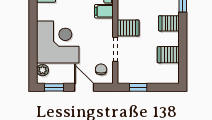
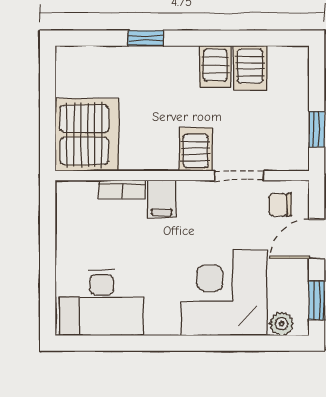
server rack: (169, 23) -> (215, 67), moved

